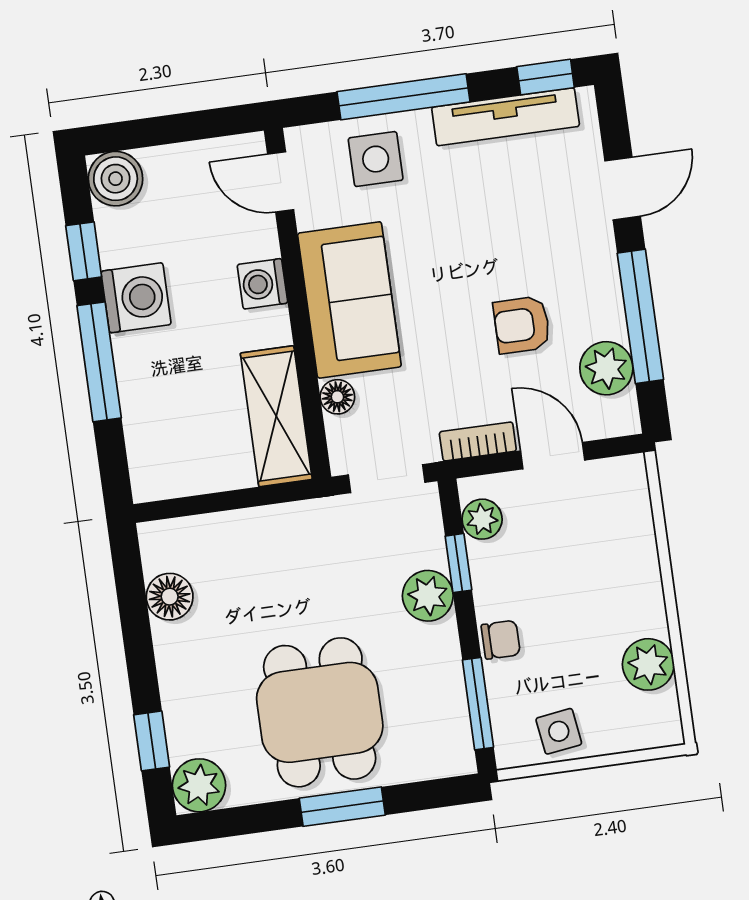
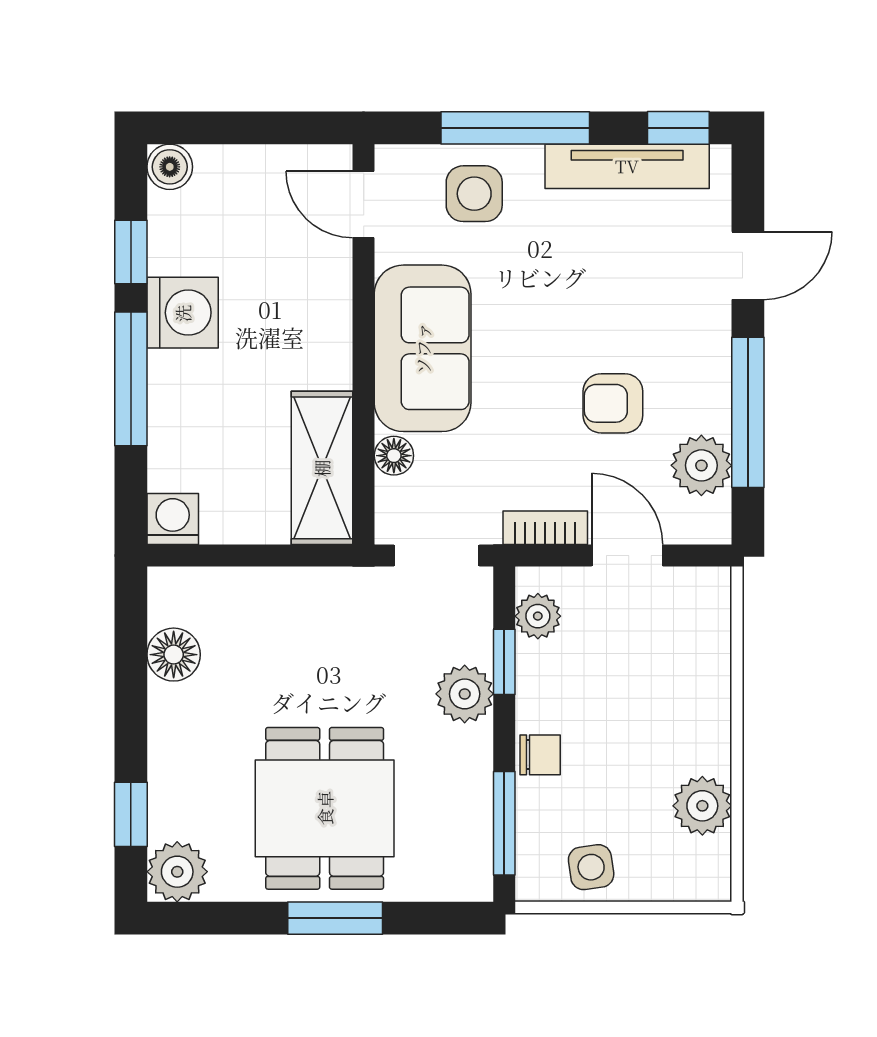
boiler: (116, 179) -> (170, 167), width x0.73, depth x0.73
washing machine: (262, 284) -> (173, 519), moved, turned 90

